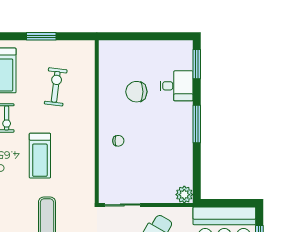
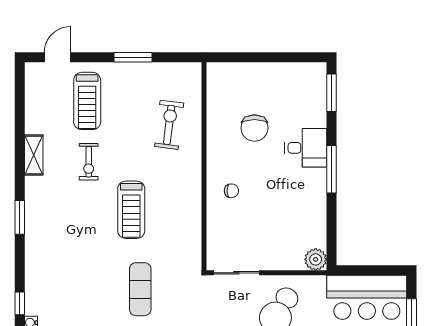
desk: (177, 86) -> (306, 148), moved
exercise bike: (56, 87) -> (169, 125), moved
chair: (136, 92) -> (254, 128), turned -90

